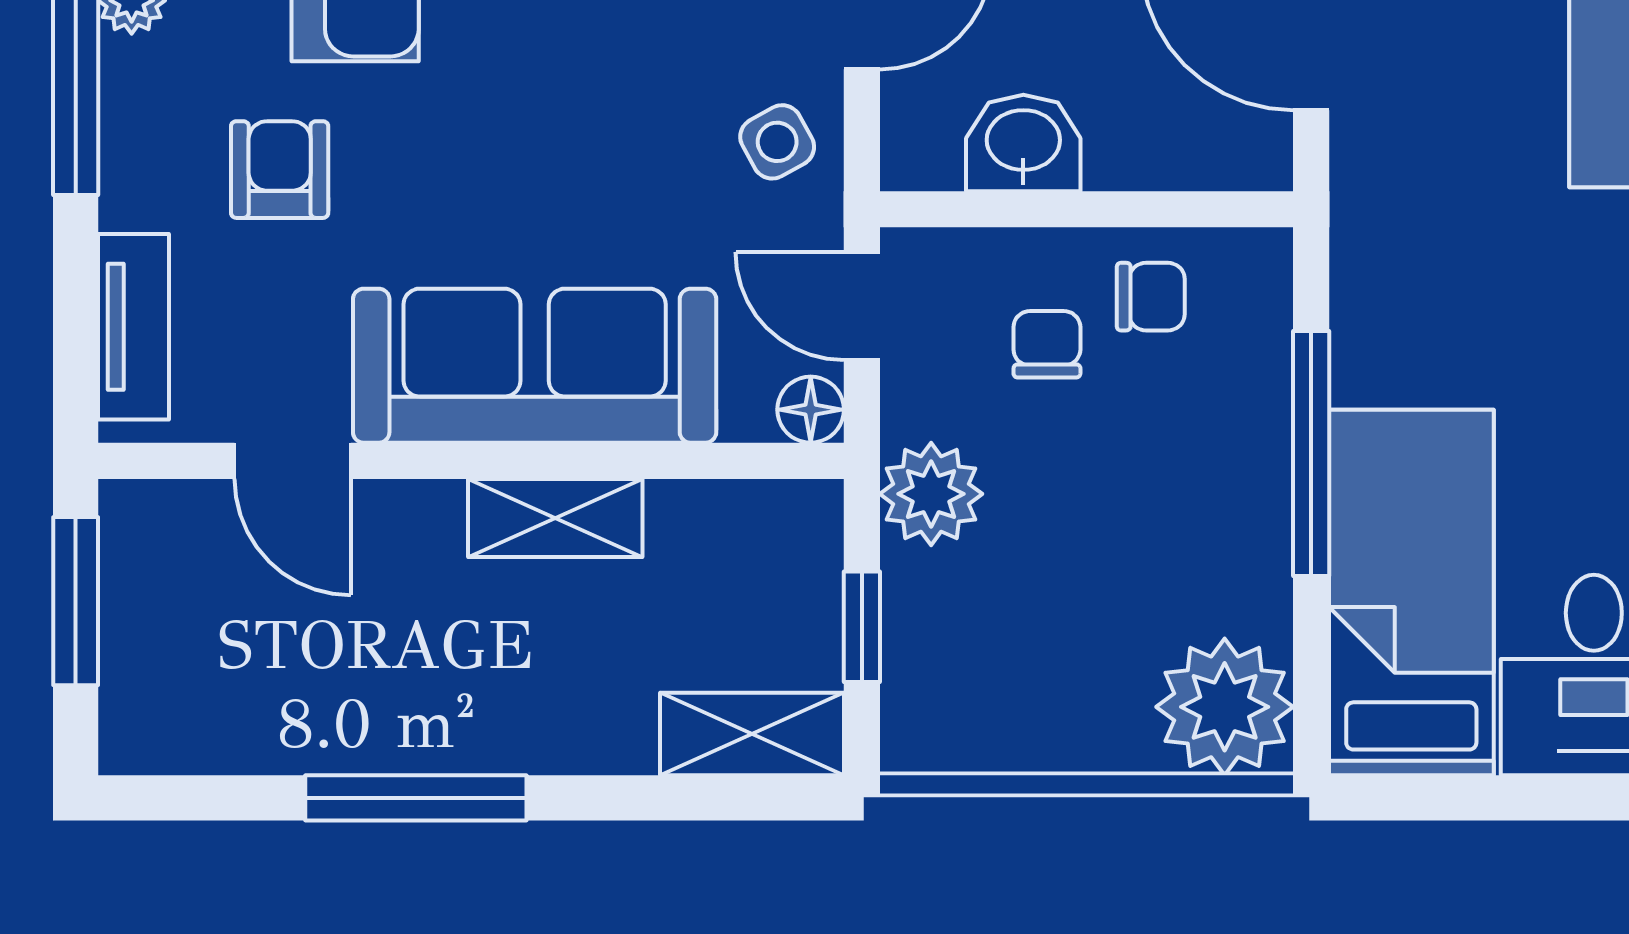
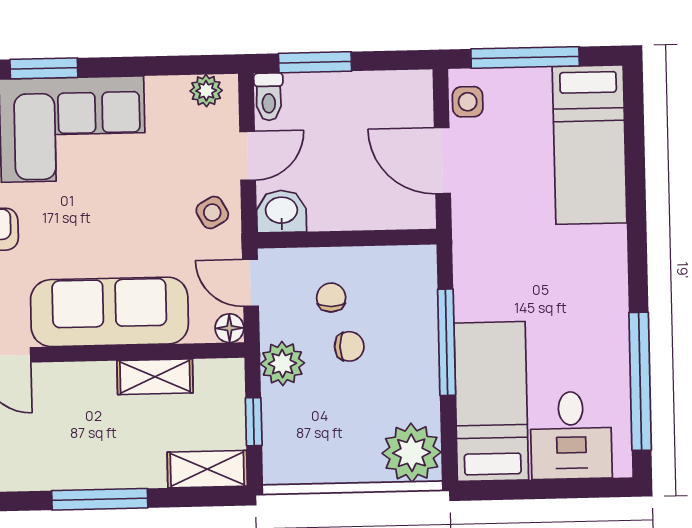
washbasin: (1023, 143) -> (281, 211), moved
chair: (1151, 297) -> (349, 346), moved
shelving: (555, 518) -> (155, 377), moved
window: (416, 798) -> (100, 499), moved

